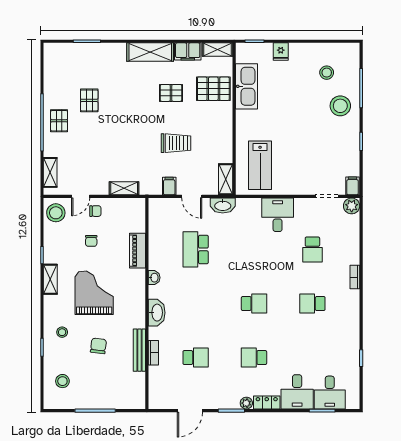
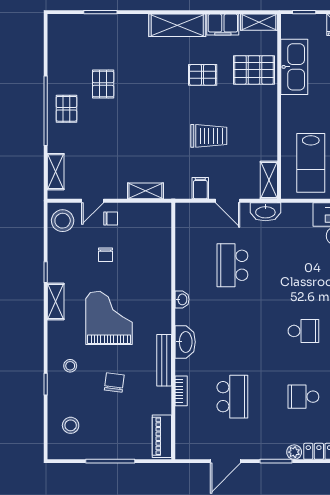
piano: (138, 251) -> (162, 436), moved
bench: (139, 350) -> (164, 360), moved
school desk: (196, 358) -> (232, 397), width x1.85

